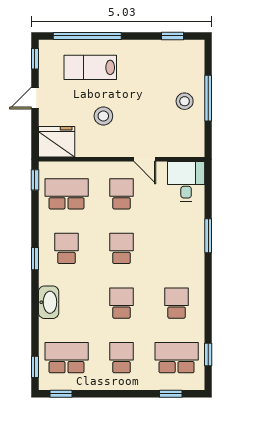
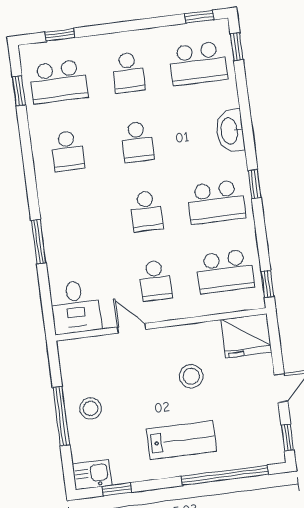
kitchen sink: (190, 50) -> (92, 475), added
lab bench: (90, 67) -> (181, 440), moved
school desk: (67, 248) -> (216, 202), width x1.85

